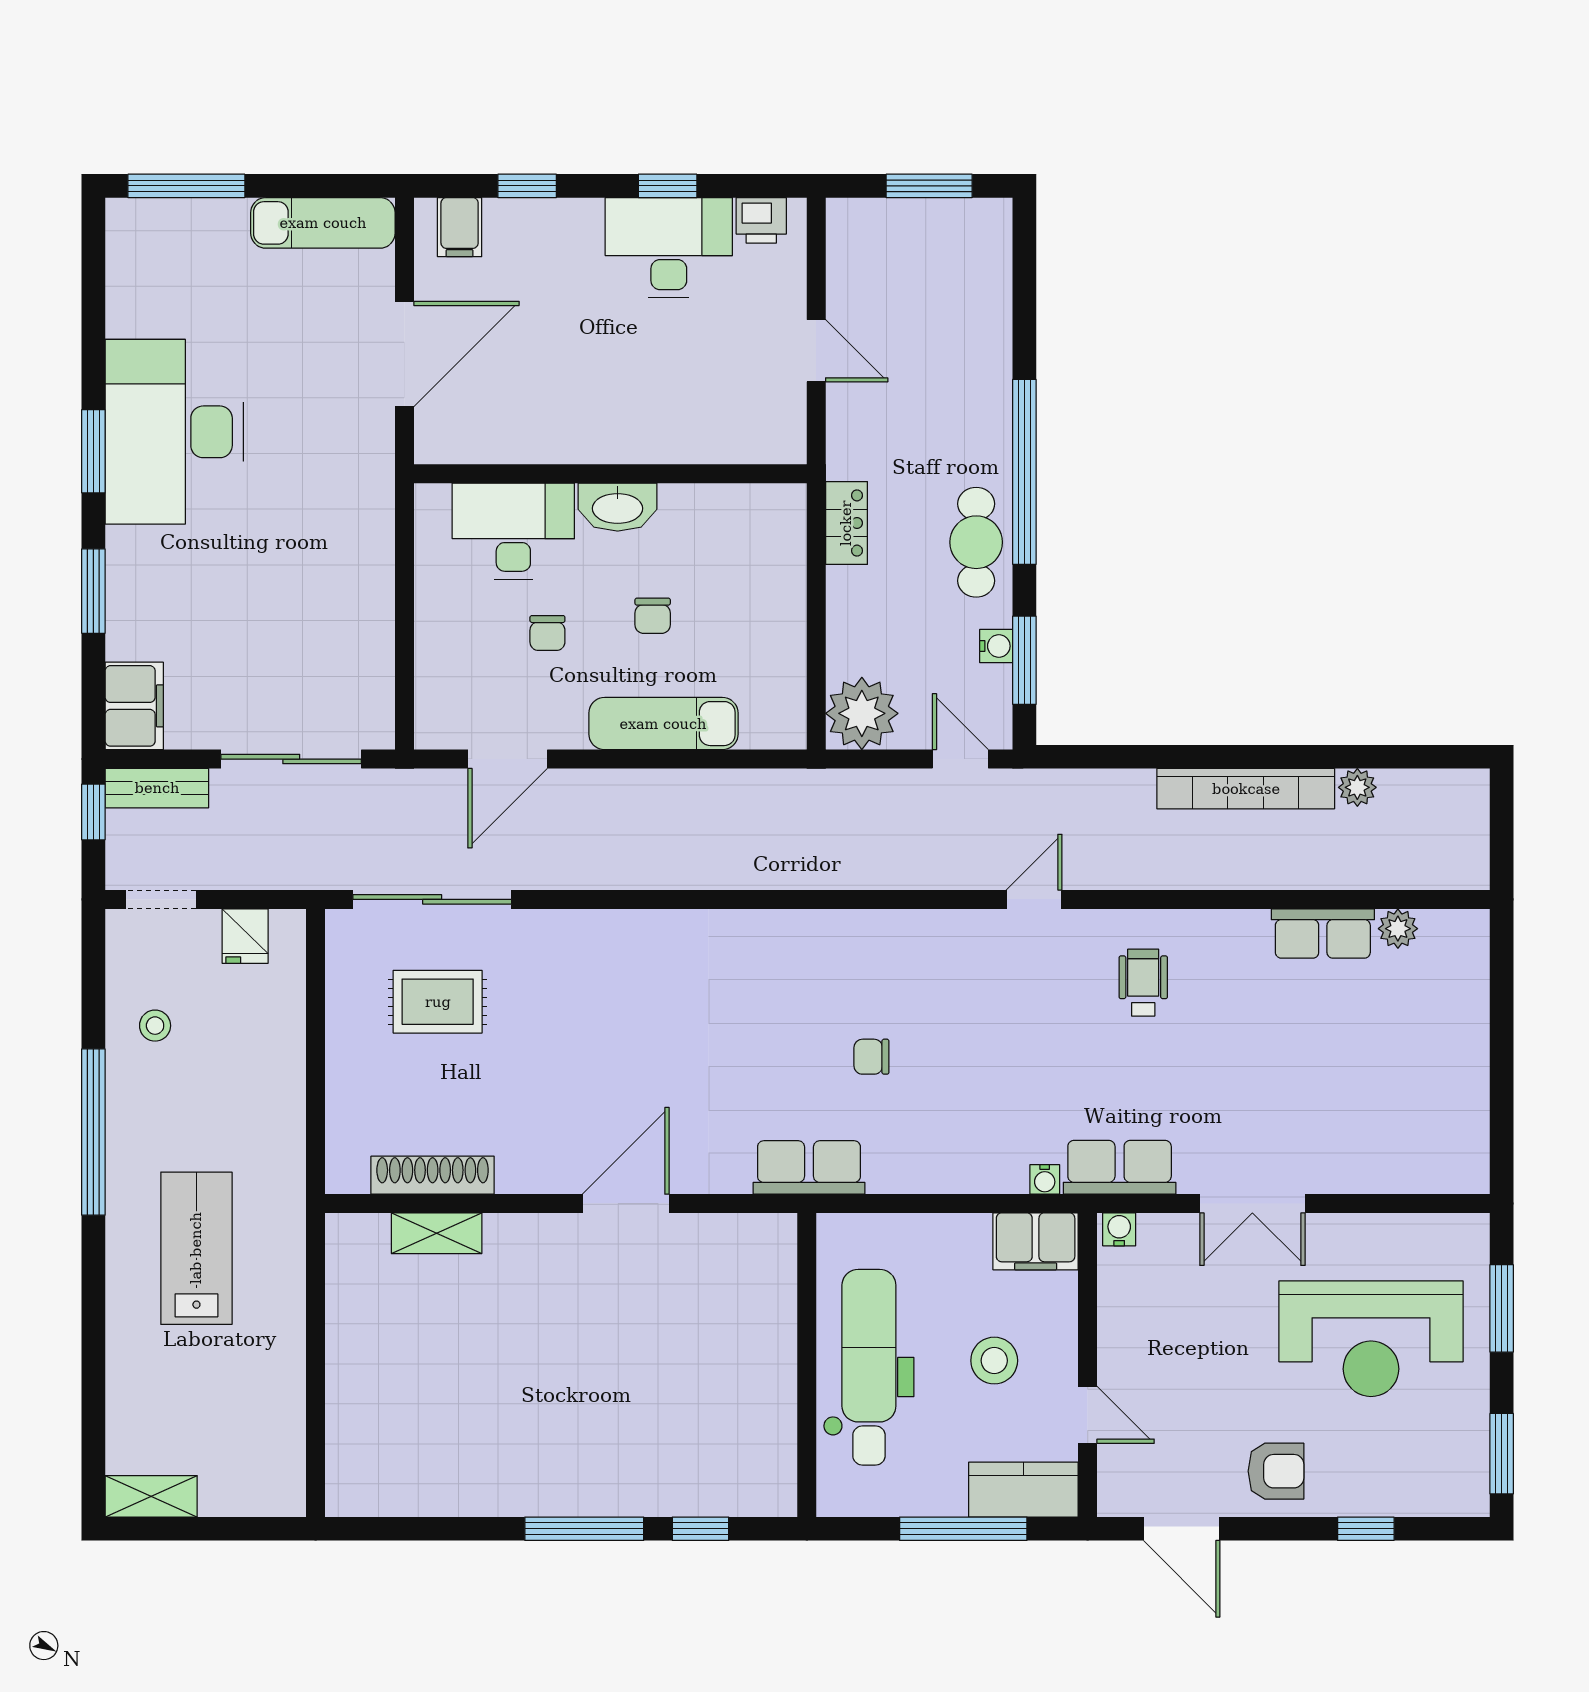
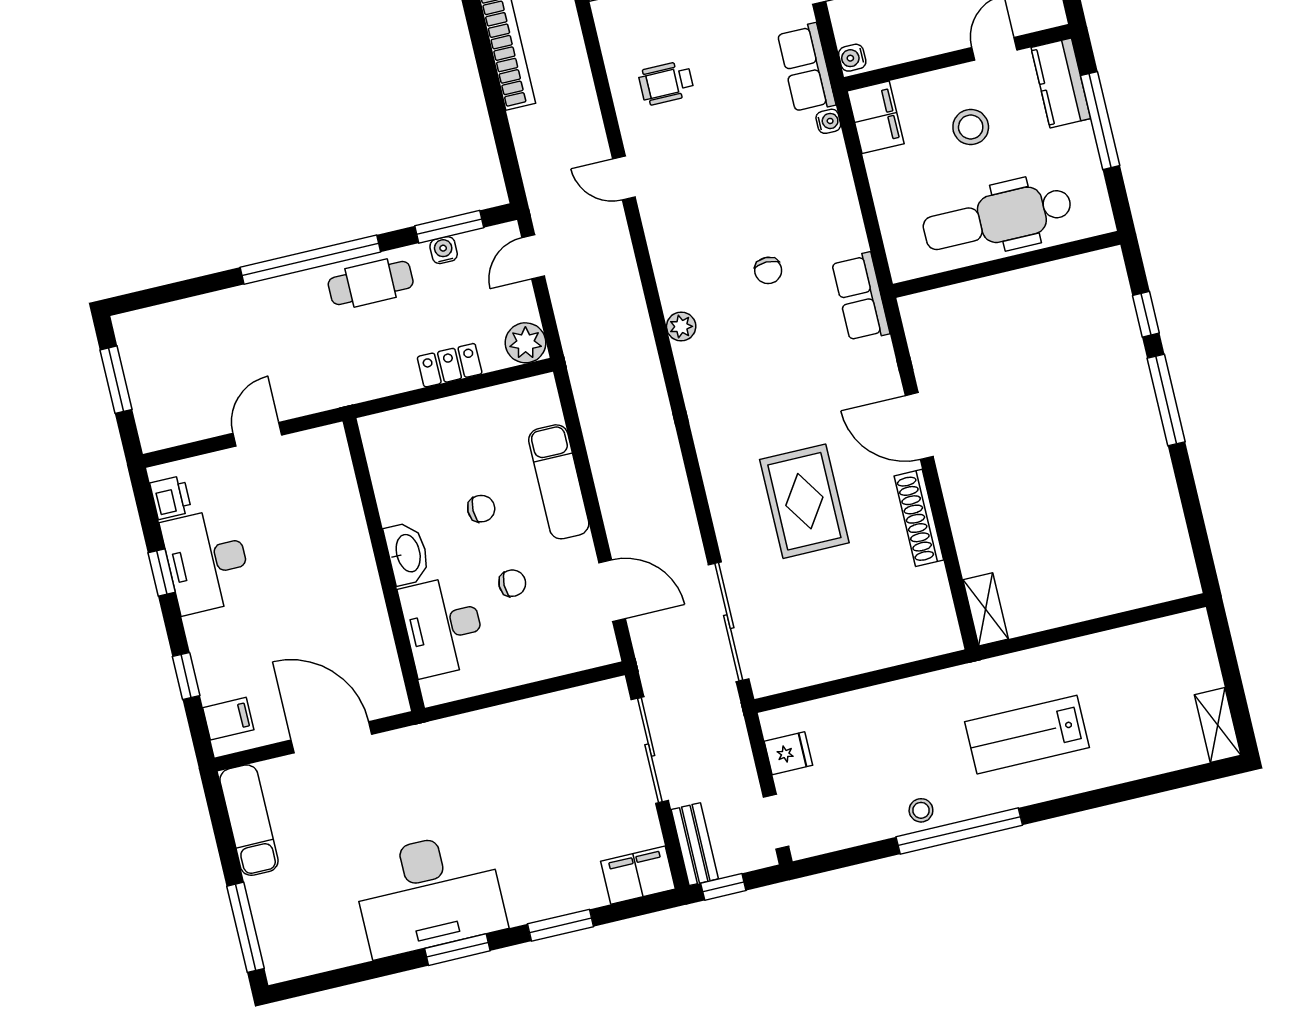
locker: (846, 523) -> (450, 365), moved
plant: (862, 713) -> (526, 343), width x0.73, depth x0.73
plant: (826, 928) -> (681, 327), added
rug: (438, 1002) -> (804, 501), moved, width x1.36, depth x1.43
stool: (155, 1026) -> (921, 810), moved
shoe rack: (433, 1175) -> (919, 518), moved
shelving: (437, 1233) -> (986, 609), moved

